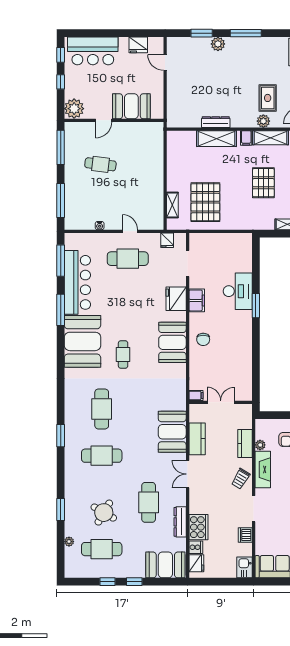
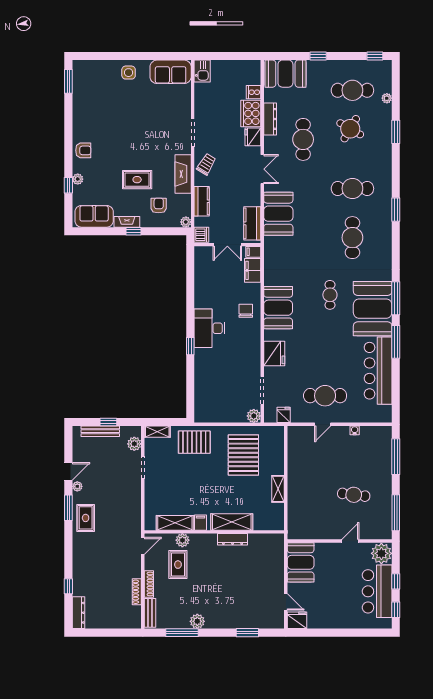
window: (246, 33) -> (182, 633), moved
plant: (218, 44) -> (197, 621), moved
fridge: (138, 45) -> (297, 620), moved
bar counter: (93, 51) -> (377, 591), moved, turned -90
booth: (131, 106) -> (301, 562), moved, turned 90
pallet: (263, 183) -> (194, 442), moved, turned 90
shelving: (172, 205) -> (278, 489), moved
door: (130, 231) -> (323, 424), hinge flipped
plant: (196, 239) -> (254, 416), added
window: (61, 261) -> (396, 298), moved
desk: (238, 291) -> (209, 328), moved
filing cabinet: (197, 300) -> (253, 270), moved
window: (256, 306) -> (190, 346), width x0.67
kitchen counter: (197, 439) -> (252, 223), moved
plant: (260, 445) -> (186, 222), moved
dishwasher: (245, 535) -> (201, 235), moved
fridge: (196, 563) -> (253, 137), moved
window: (108, 582) -> (375, 56), moved

